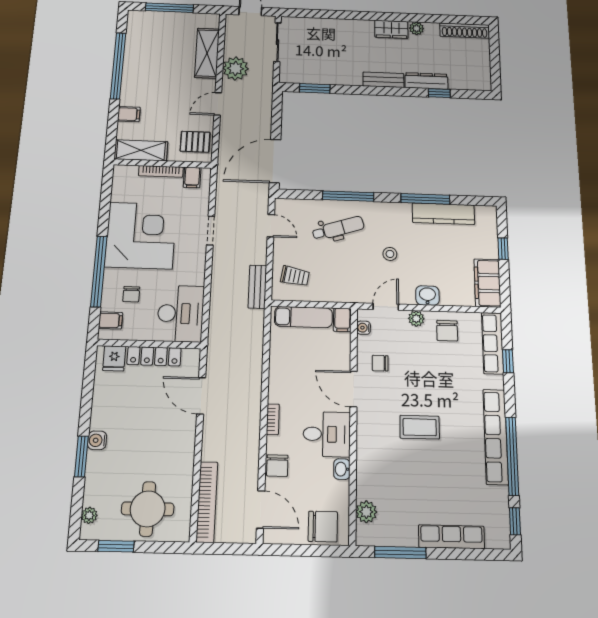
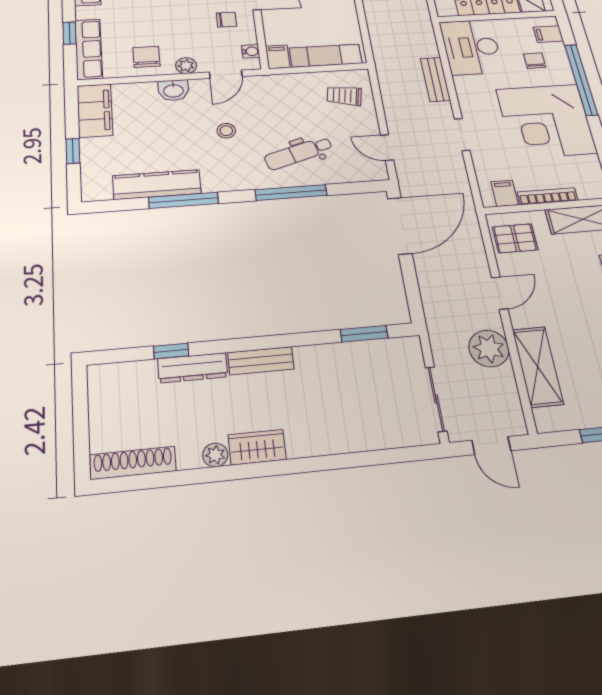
bench: (257, 287) -> (435, 79), moved

